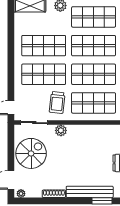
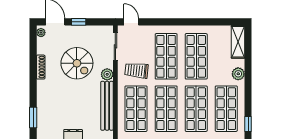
spiral stairs: (31, 153) -> (77, 63), moved
window: (11, 158) -> (79, 22), added
bench: (90, 192) -> (107, 106), moved

